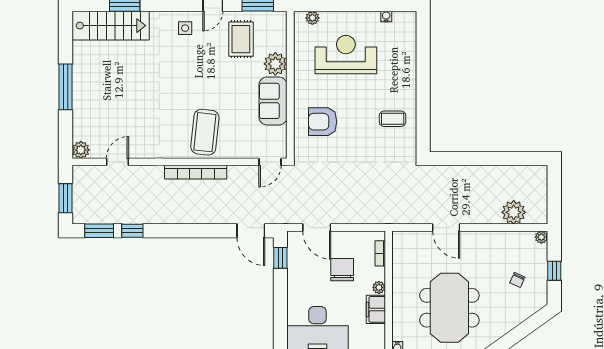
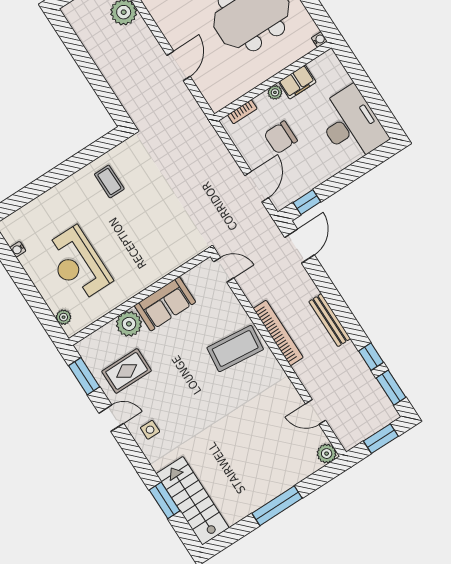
armchair: (323, 122) -> (154, 245), removed
bench: (180, 217) -> (330, 320), added

